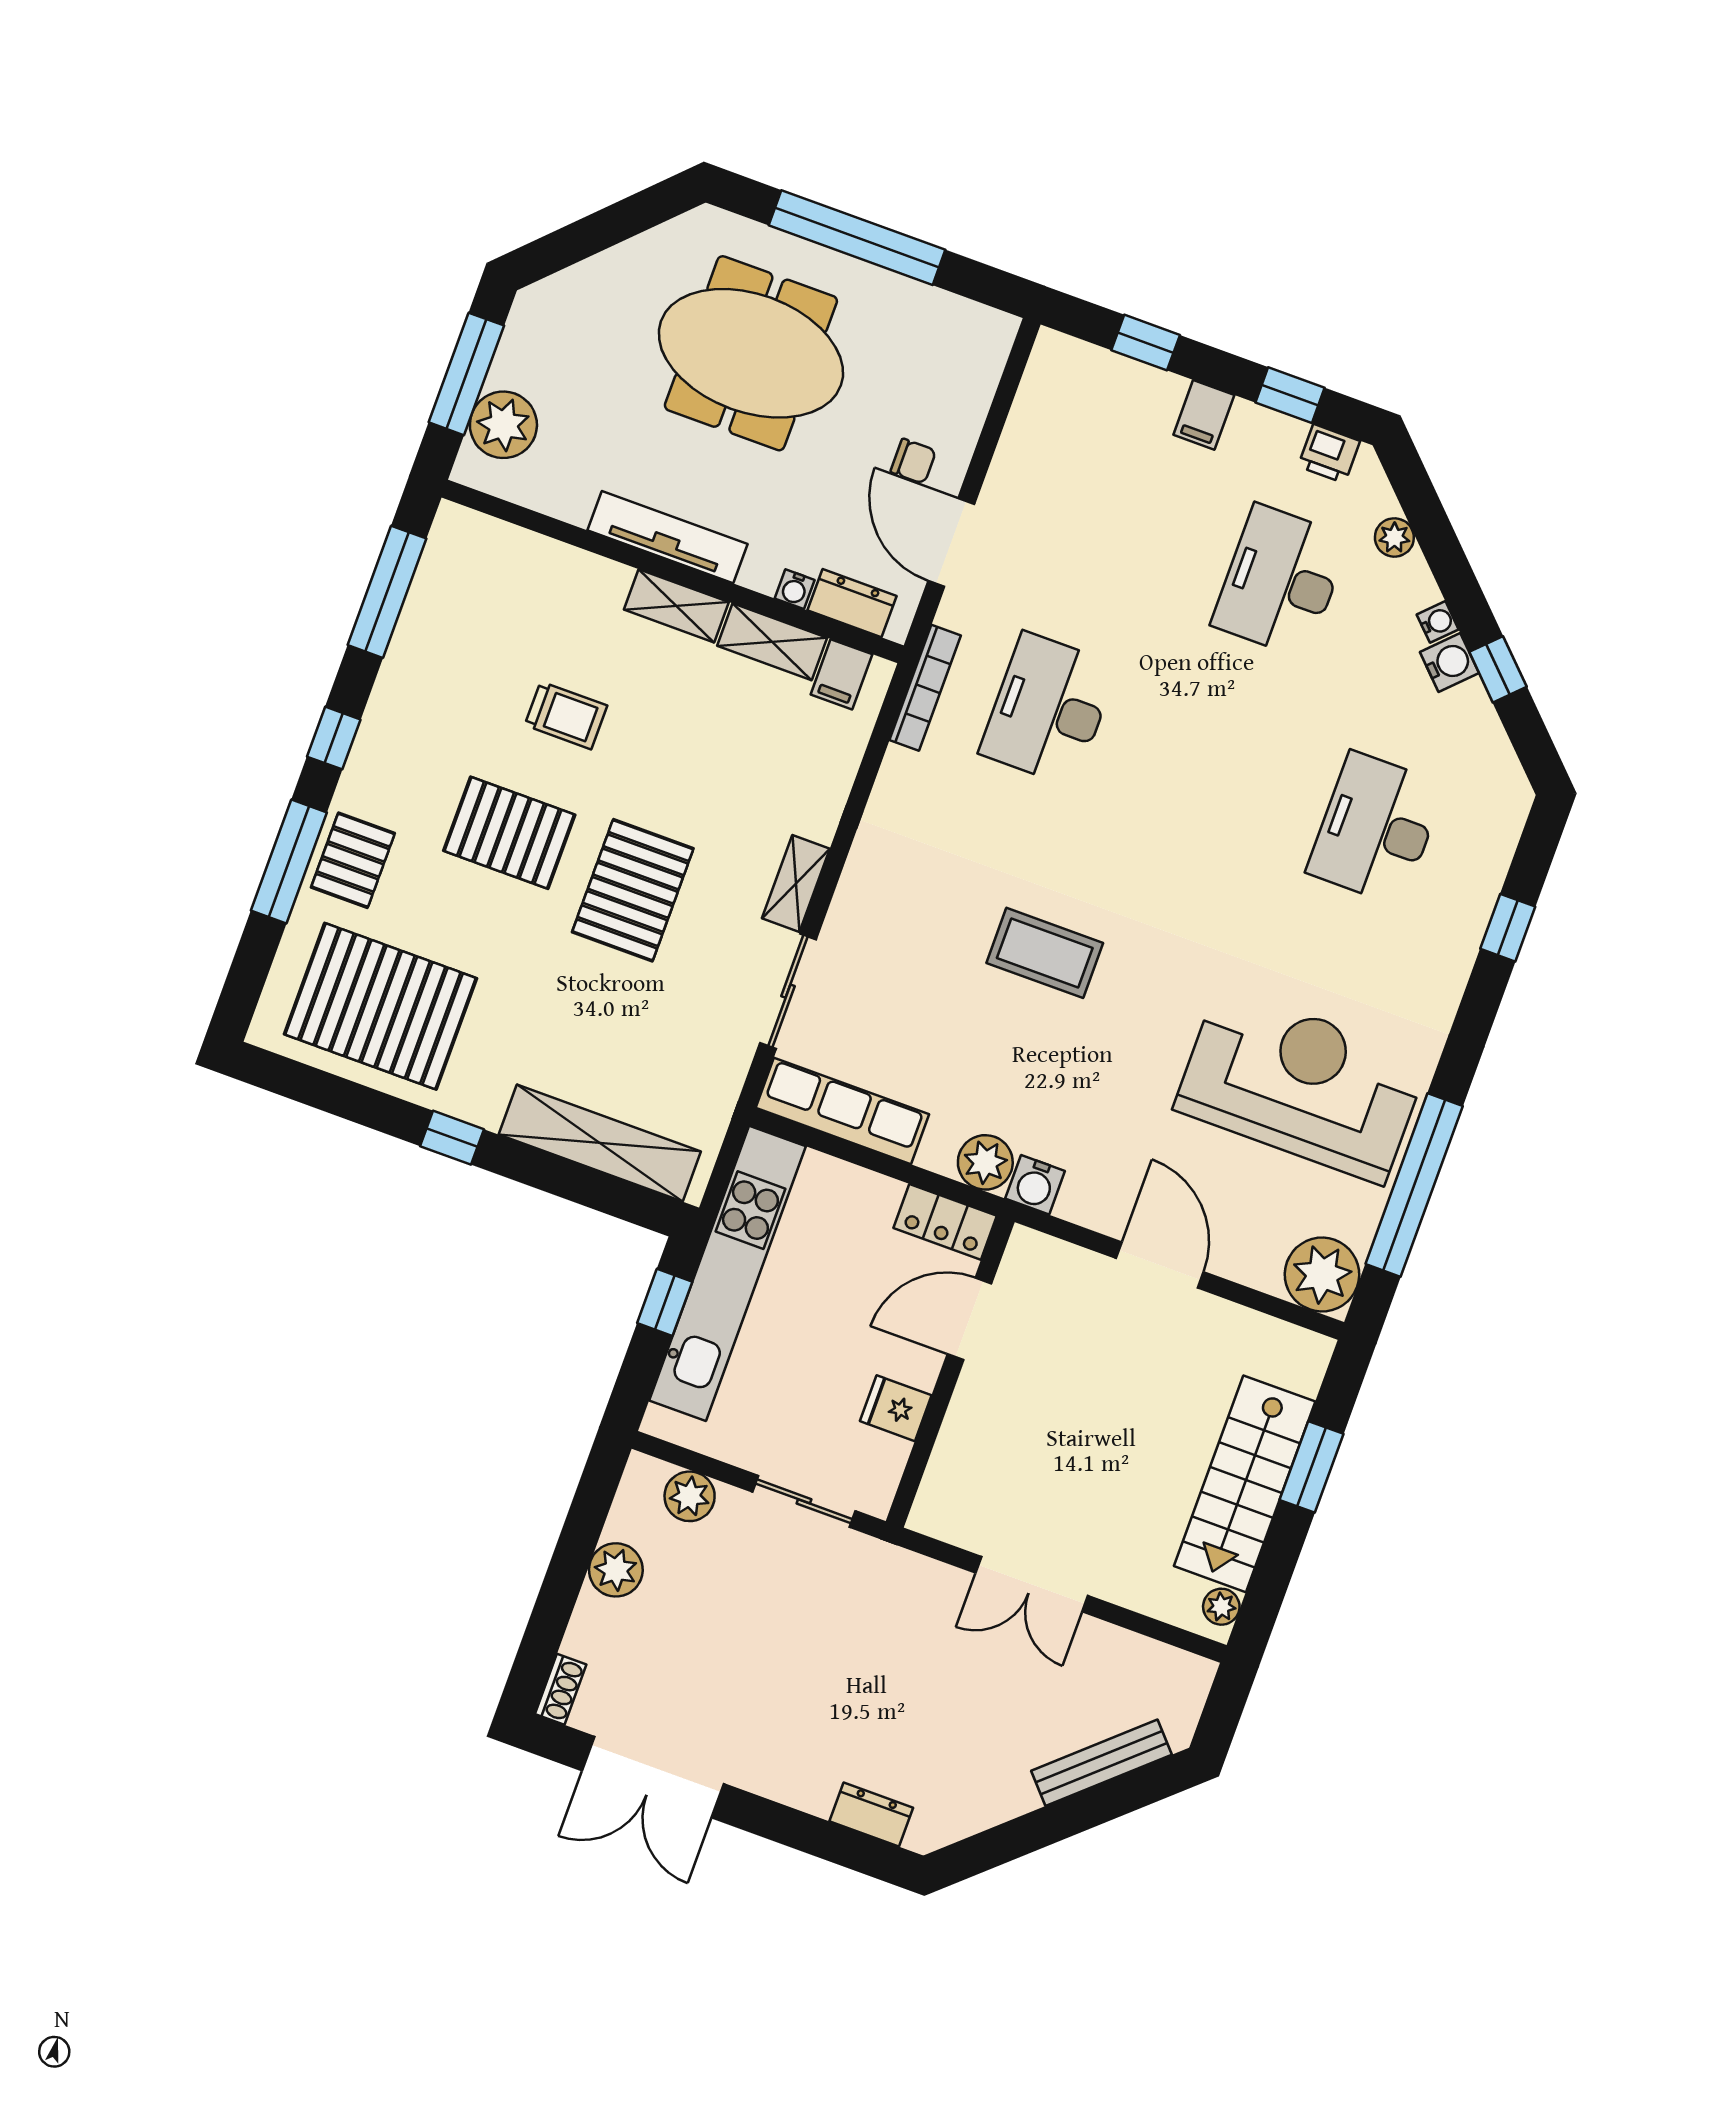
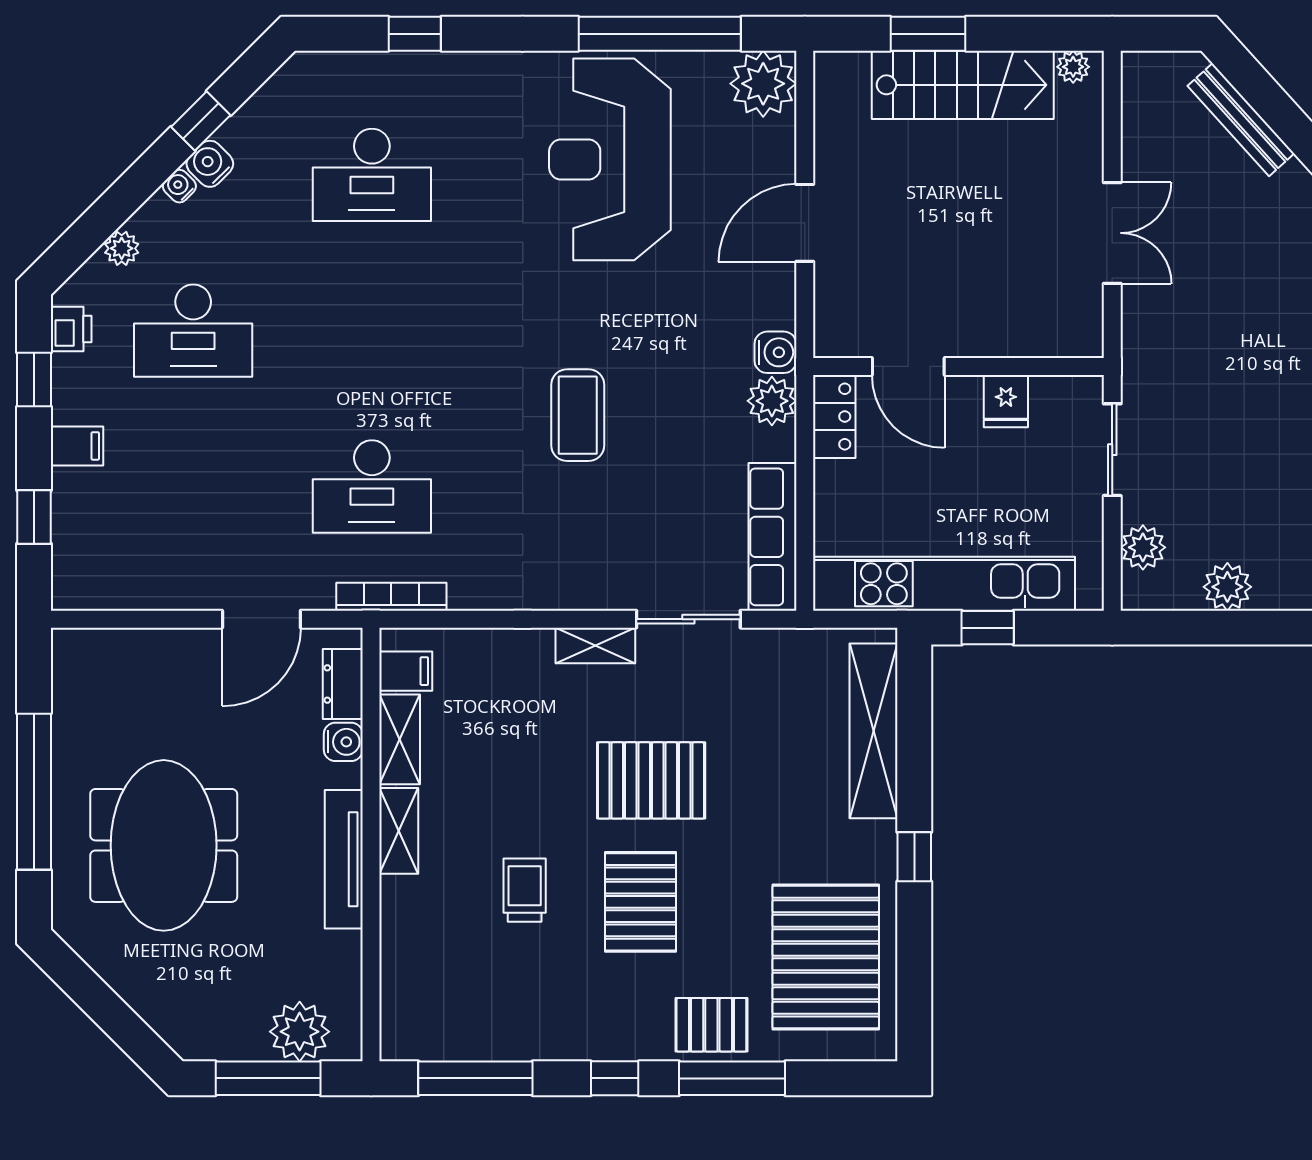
chair: (913, 461) -> (205, 676), removed
water cooler: (795, 589) -> (343, 742), width x1.38, depth x1.38

